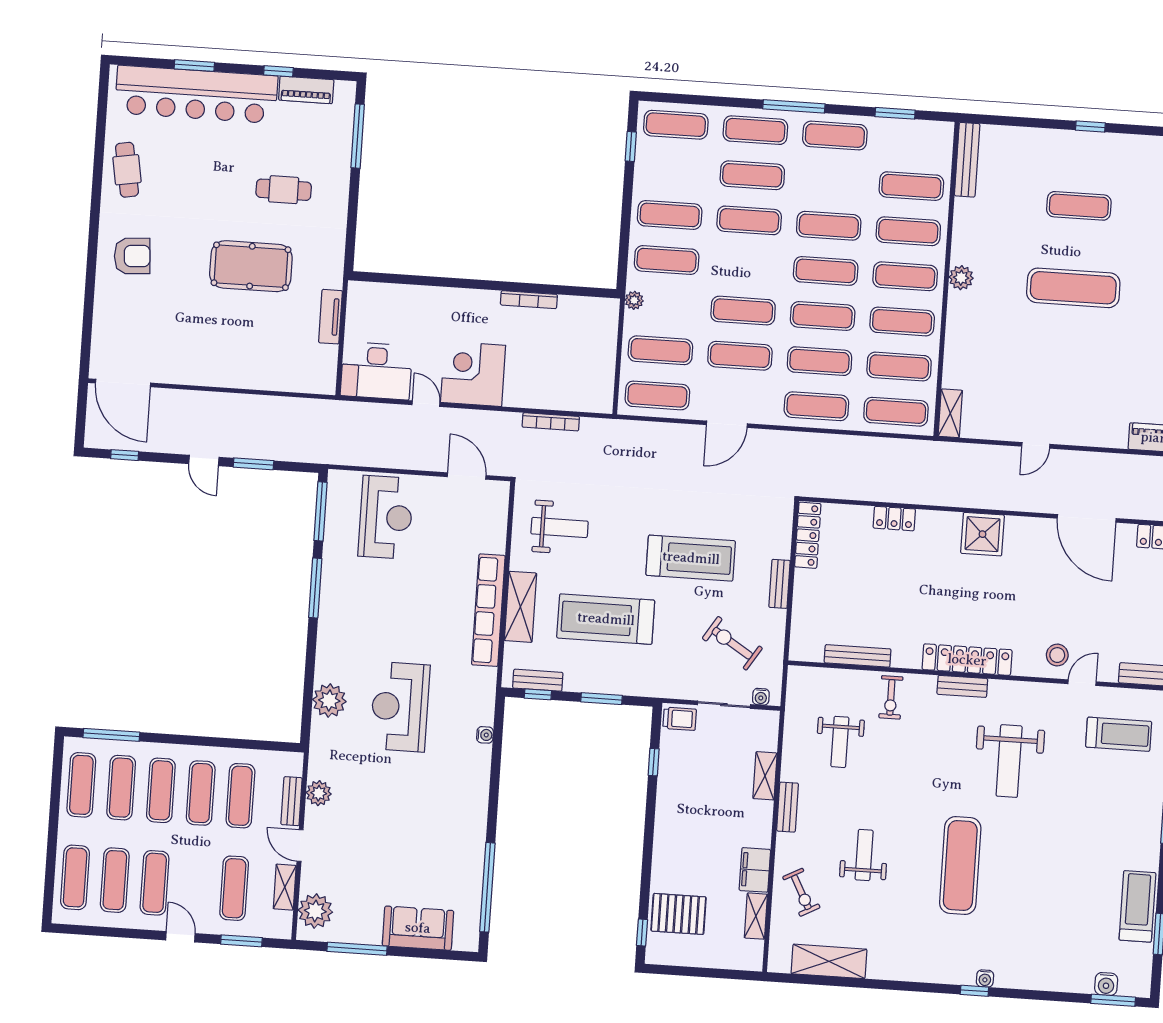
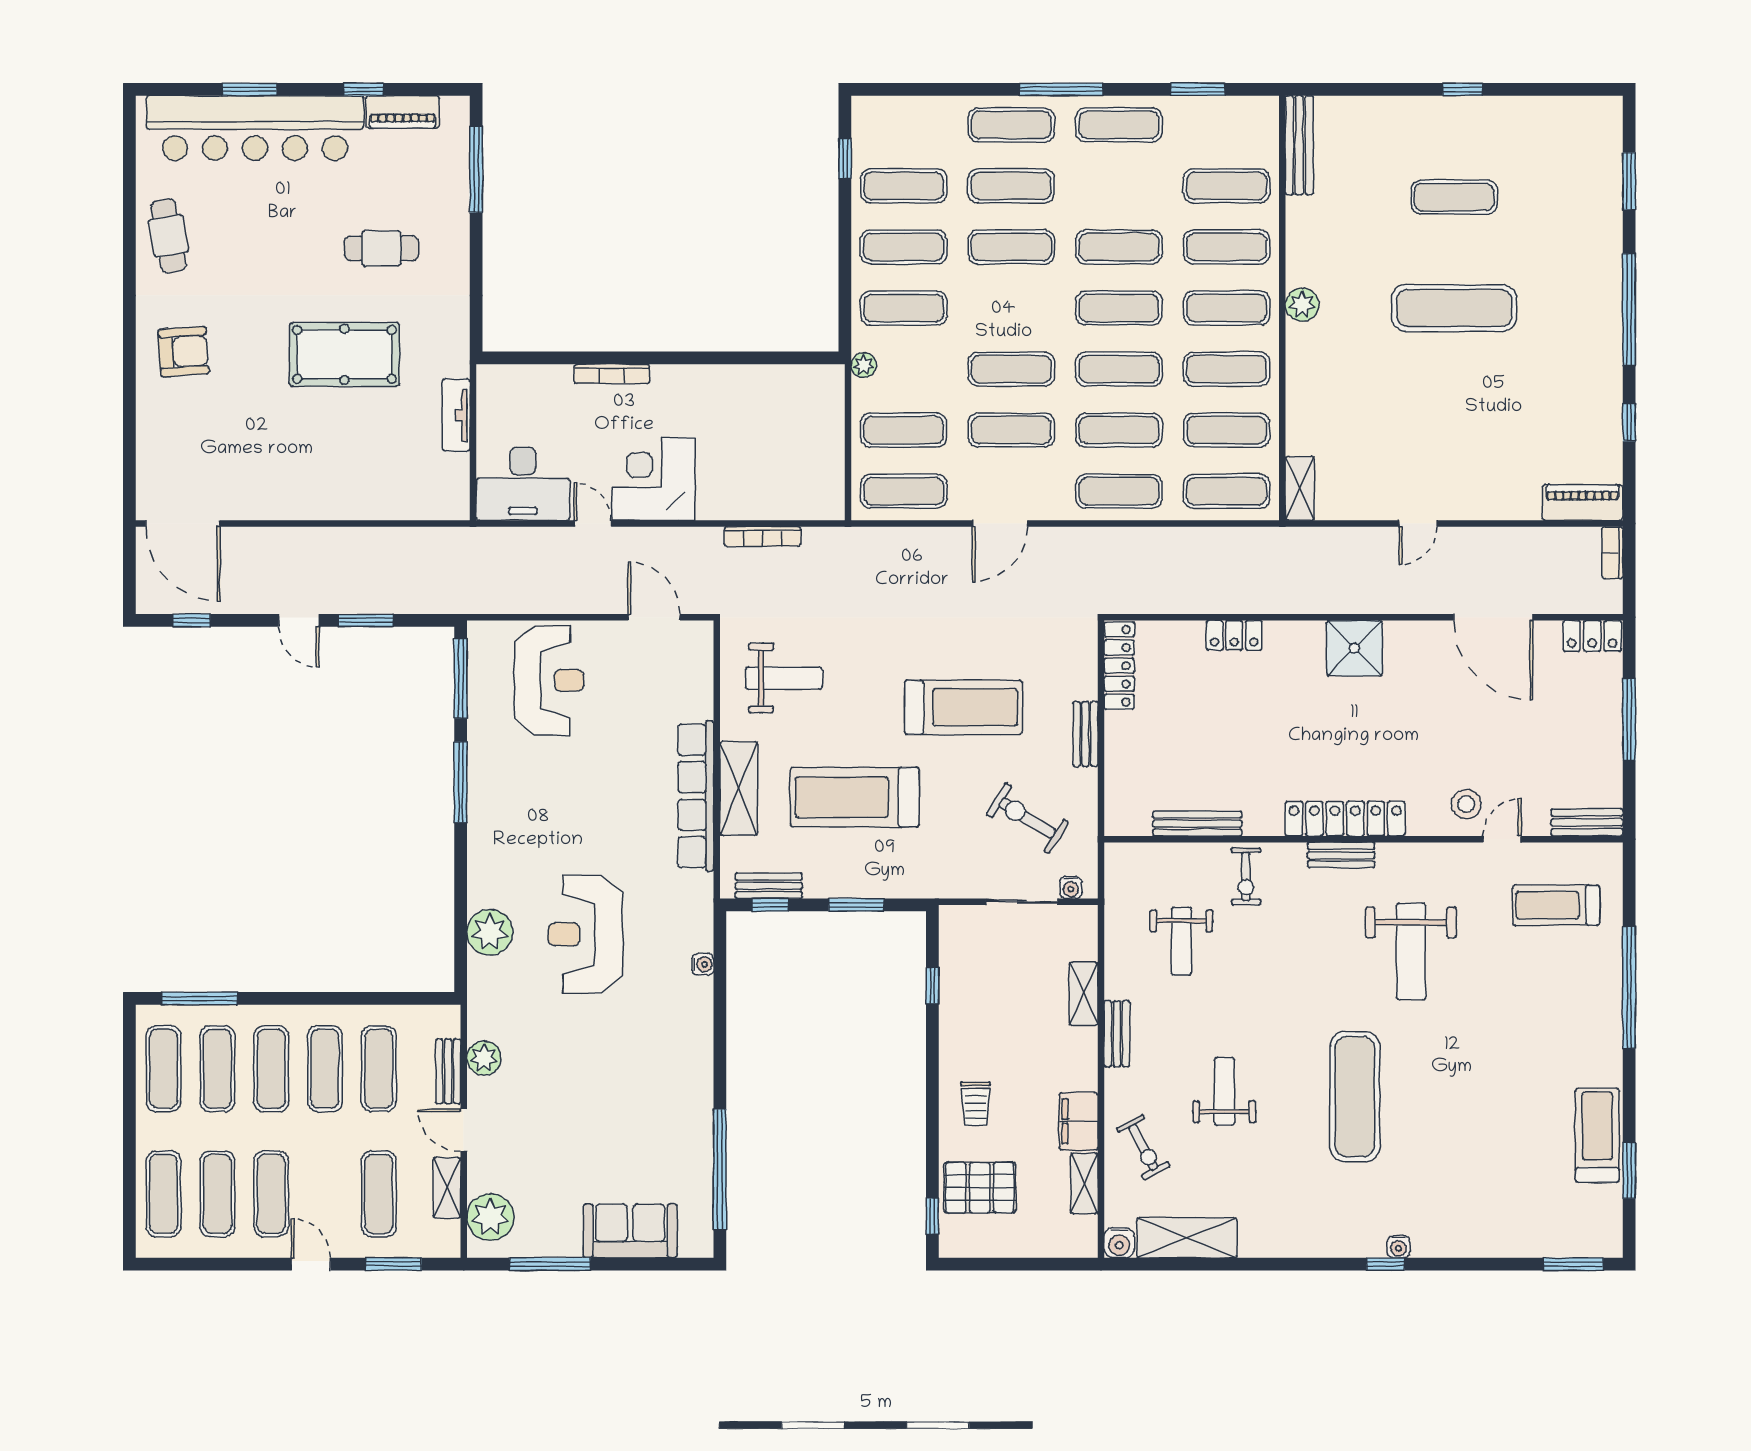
exercise mat: (676, 125) -> (904, 186), moved
bookcase: (529, 300) -> (612, 374), moved
trolley: (680, 719) -> (976, 1104), moved, turned 90
treadmill: (1119, 734) -> (1556, 905), turned 180
water cooler: (1106, 984) -> (1119, 1243), moved

